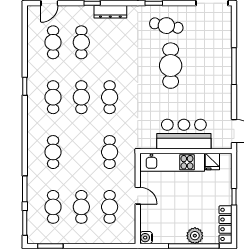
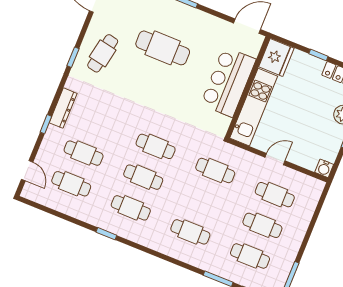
cafe table: (171, 66) -> (163, 48), moved
fridge: (212, 161) -> (276, 58), width x1.88, depth x1.34

